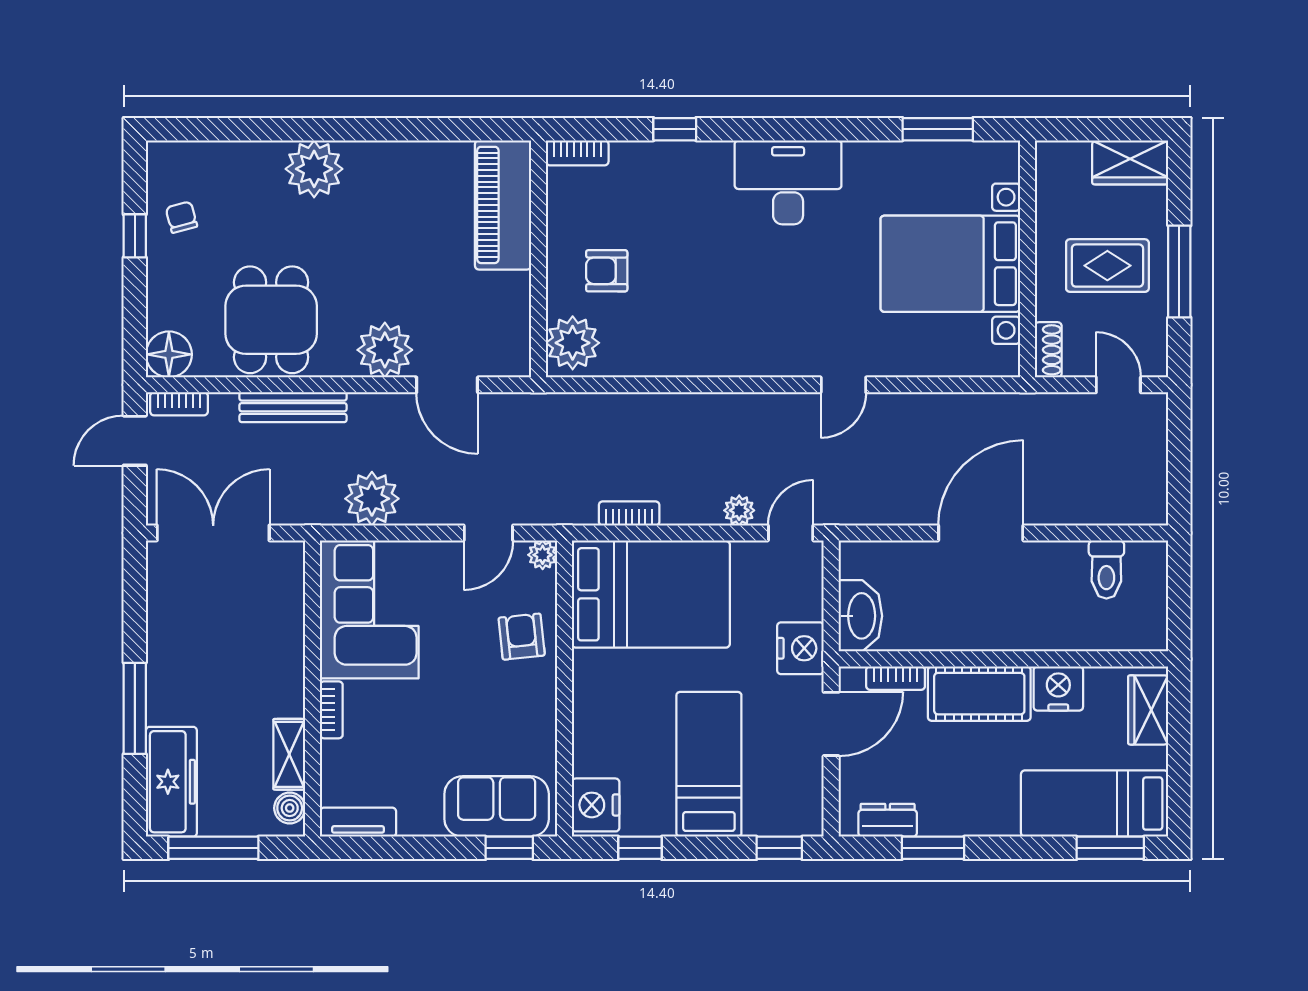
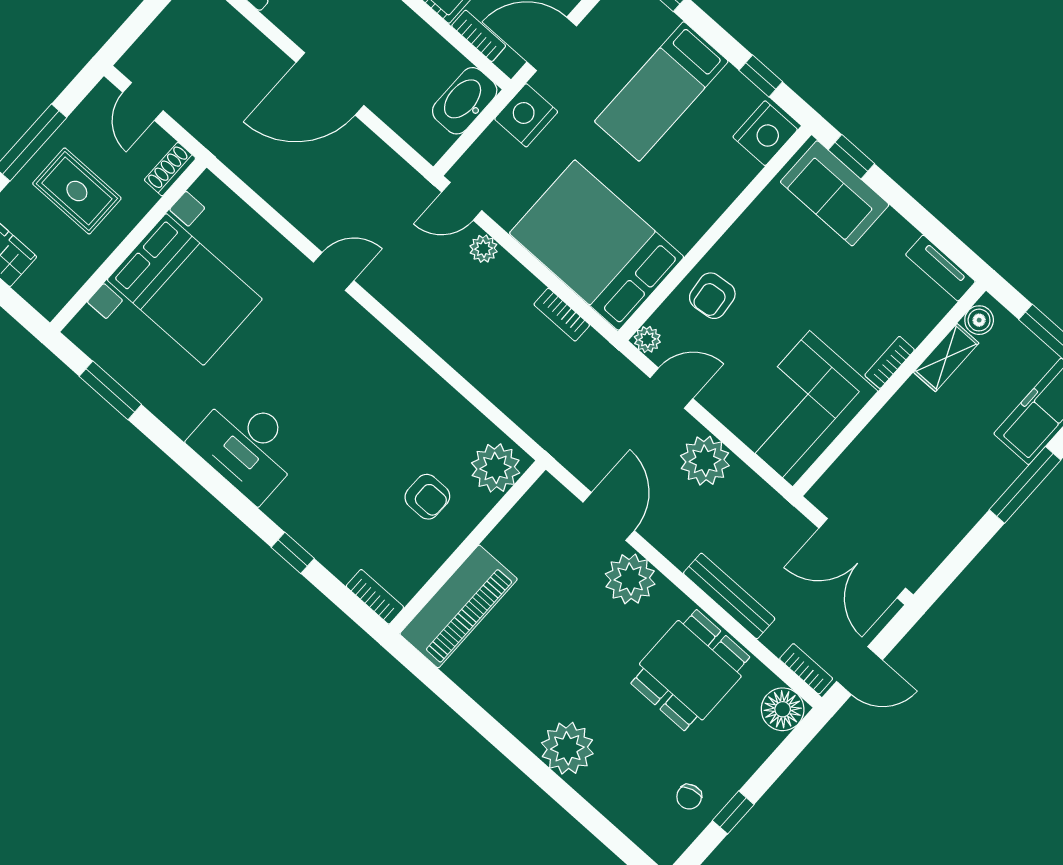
plant: (372, 499) -> (705, 461), moved

